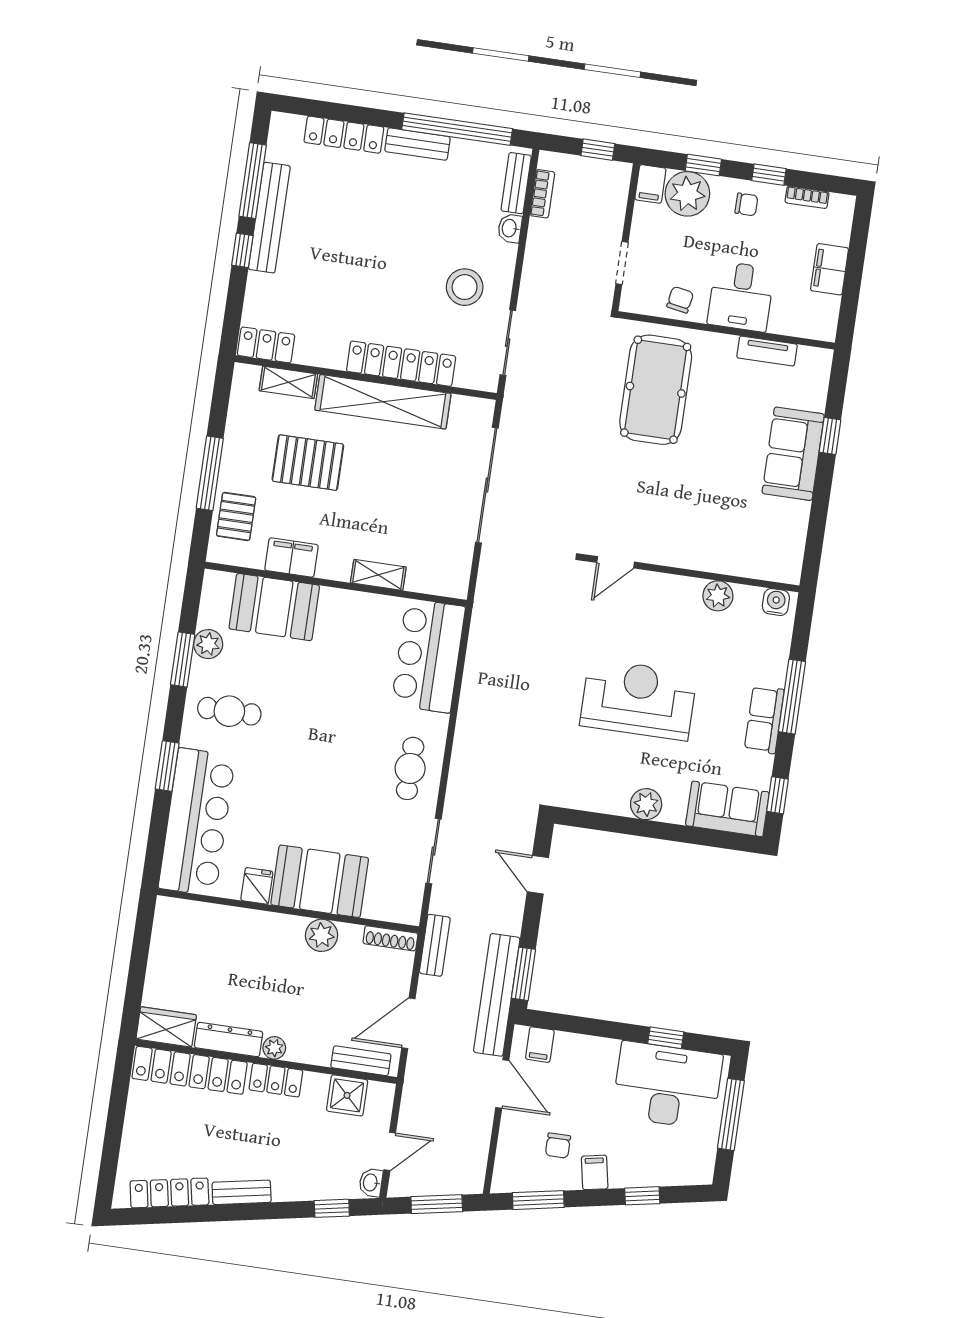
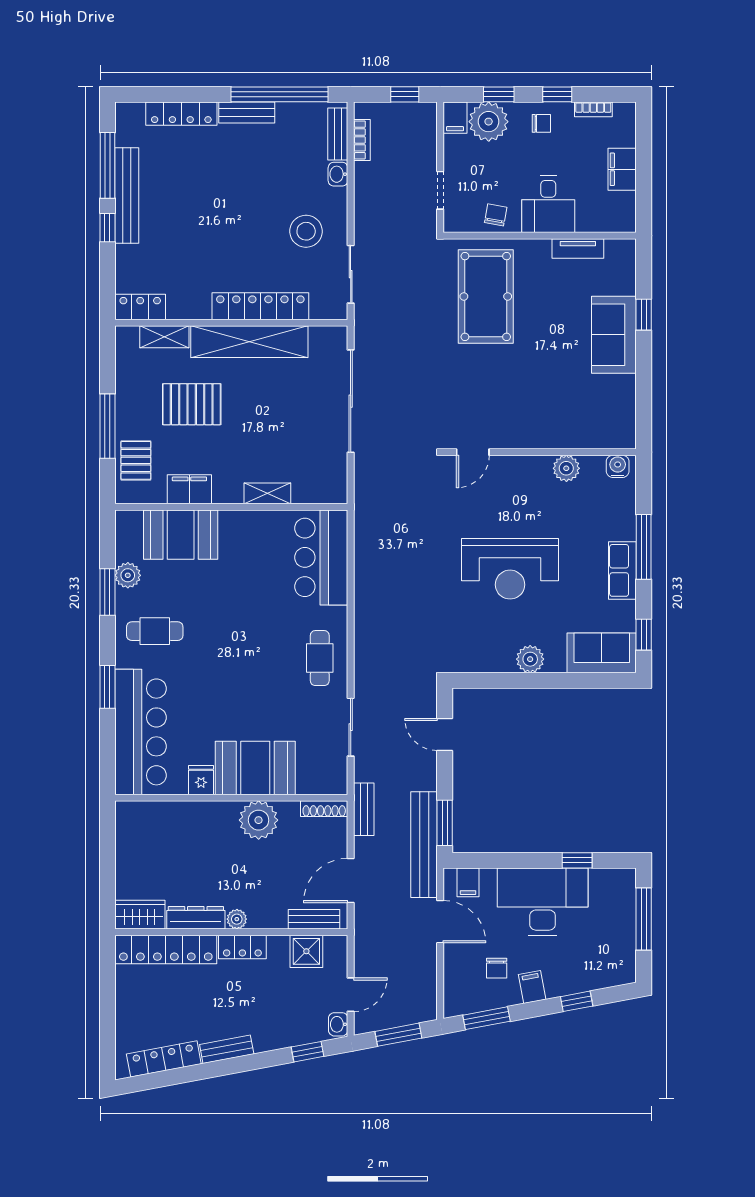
reception desk: (638, 699) -> (510, 569), turned 180
plant: (322, 935) -> (259, 820), width x1.36, depth x1.36
desk: (667, 1085) -> (543, 902), moved

